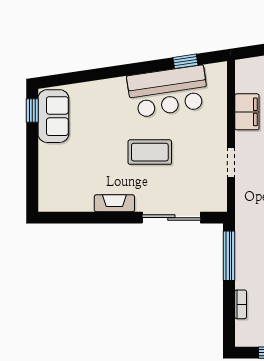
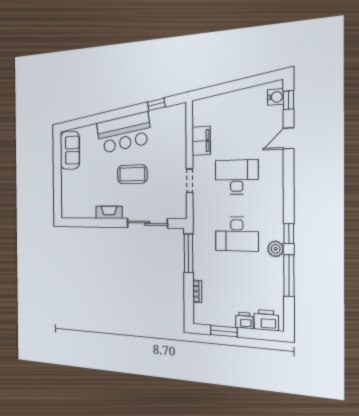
bar counter: (168, 92) -> (124, 133), moved
window: (32, 110) -> (57, 147), removed

